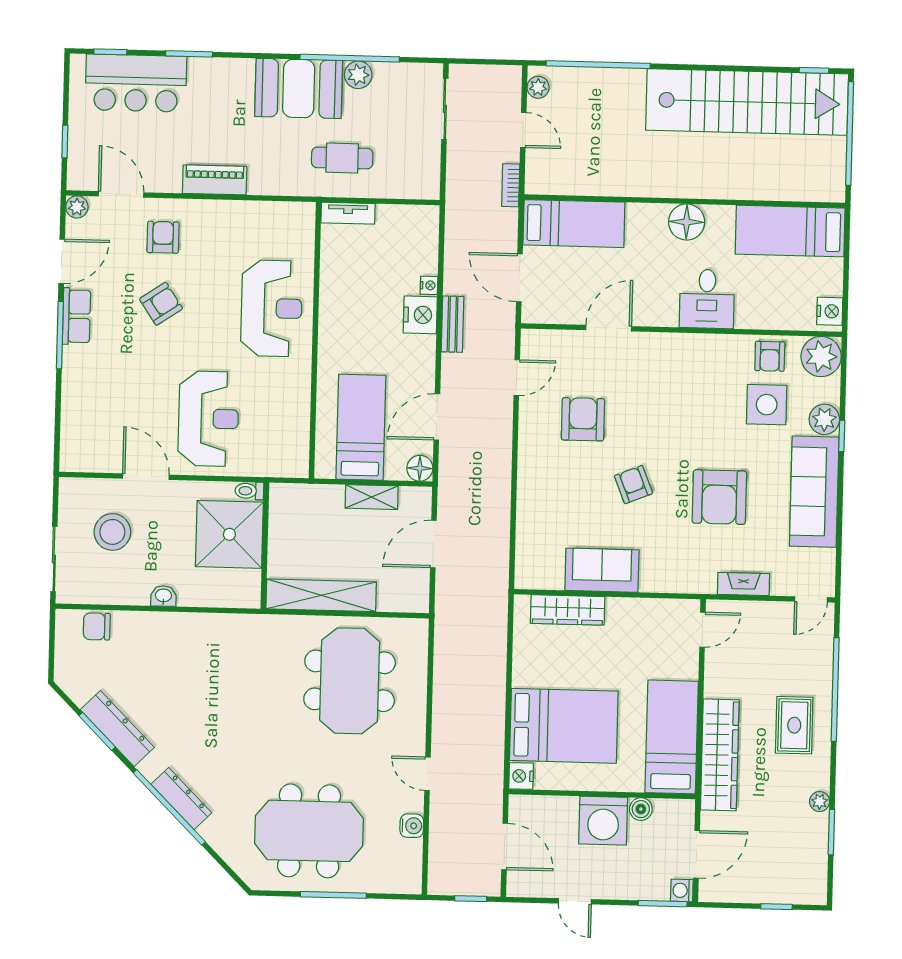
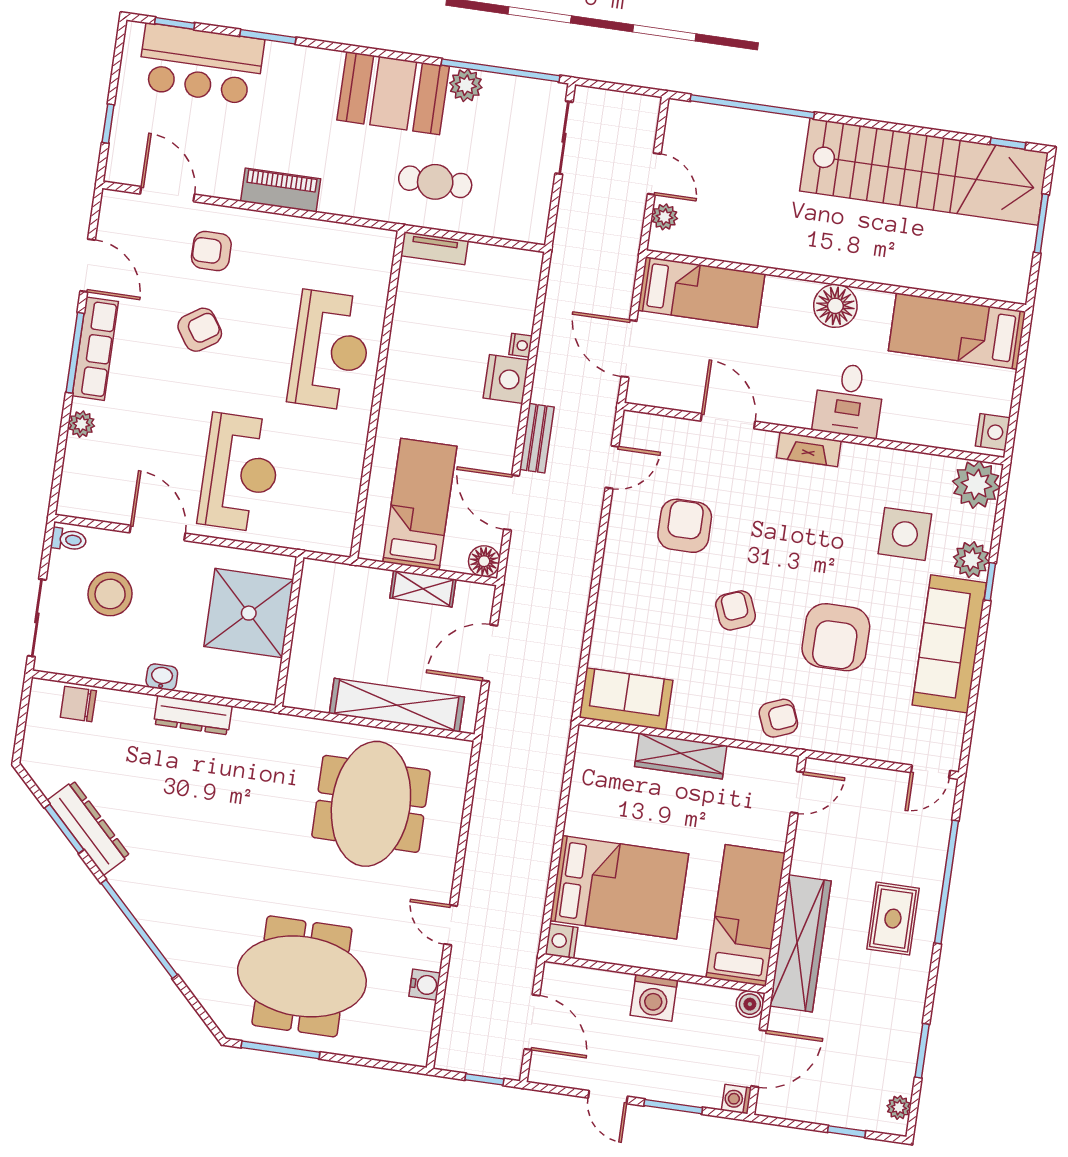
window: (350, 58) -> (500, 70), moved
plant: (538, 87) -> (665, 217), moved
window: (850, 133) -> (1041, 224), width x0.47
bookcase: (511, 185) -> (632, 238), removed
plant: (77, 207) -> (81, 424), moved
armchair: (163, 237) -> (211, 251), turned -90
door: (62, 261) -> (88, 265), hinge flipped
row of seats: (76, 316) -> (95, 349), width x1.48
bench: (453, 324) -> (537, 438), moved
door: (609, 328) -> (728, 421), hinge flipped
armchair: (770, 356) -> (778, 718), moved, turned -112
door: (437, 417) -> (511, 503), hinge flipped
toilet: (249, 491) -> (69, 540), moved, turned 180
sofa: (602, 570) -> (626, 699), moved
fireplace: (743, 584) -> (809, 449), moved, turned 180
shelving: (321, 595) -> (397, 705), moved
wardrobe: (568, 610) -> (681, 756), moved
dresser: (181, 798) -> (193, 715), moved, turned 135
plant: (820, 802) -> (899, 1107), moved
boiler: (641, 809) -> (750, 1004), moved
washing machine: (603, 821) -> (654, 998), width x0.73, depth x0.73
window: (333, 895) -> (280, 1050), moved
window: (663, 904) -> (673, 1107), moved

